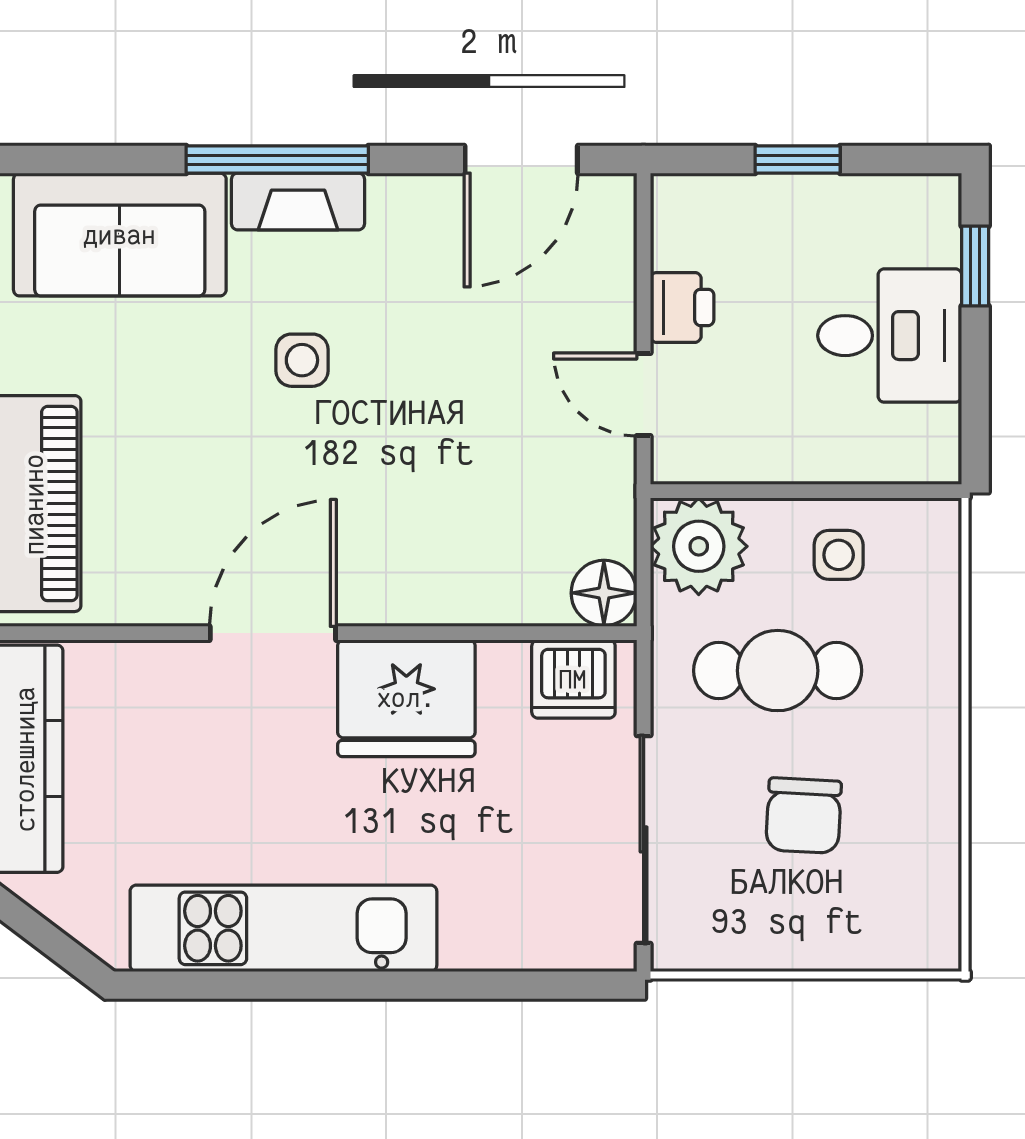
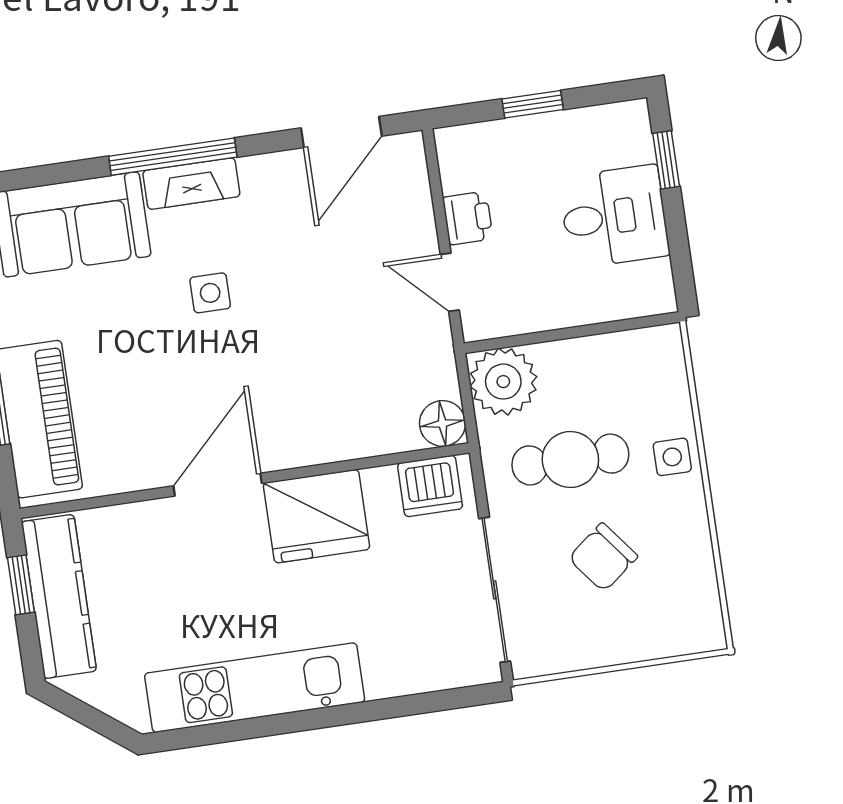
side table: (839, 555) -> (672, 457), moved
chair: (804, 816) -> (603, 557), turned 49

